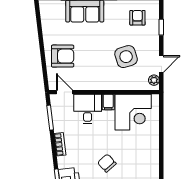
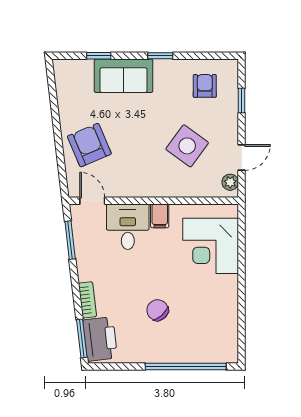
armchair: (63, 56) -> (89, 145), turned -113
side table: (126, 57) -> (187, 146), turned -37
corner desk: (133, 112) -> (211, 246), moved, turned 90
bookcase: (60, 144) -> (87, 300), moved

